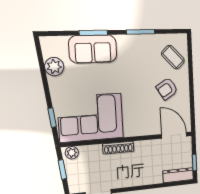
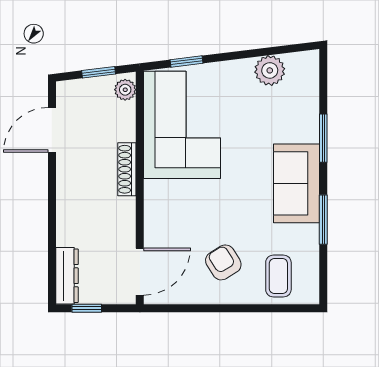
sofa: (93, 49) -> (297, 183), moved
coffee table: (173, 57) -> (278, 276), turned -47

